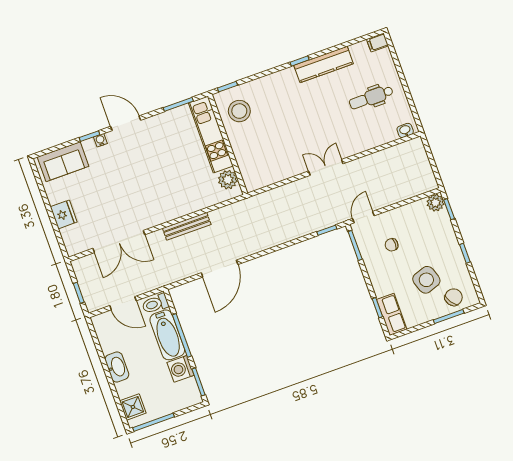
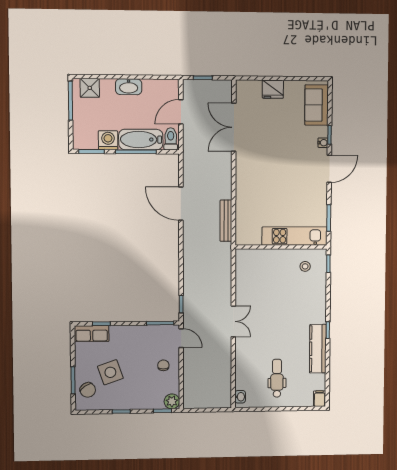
stool: (239, 111) -> (305, 266), width x0.53, depth x0.53
plant: (228, 180) -> (252, 237), removed
bench: (187, 226) -> (226, 221), moved
chair: (392, 245) -> (163, 365), moved

